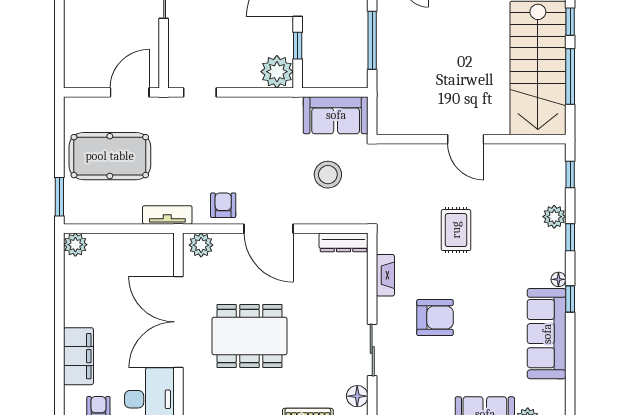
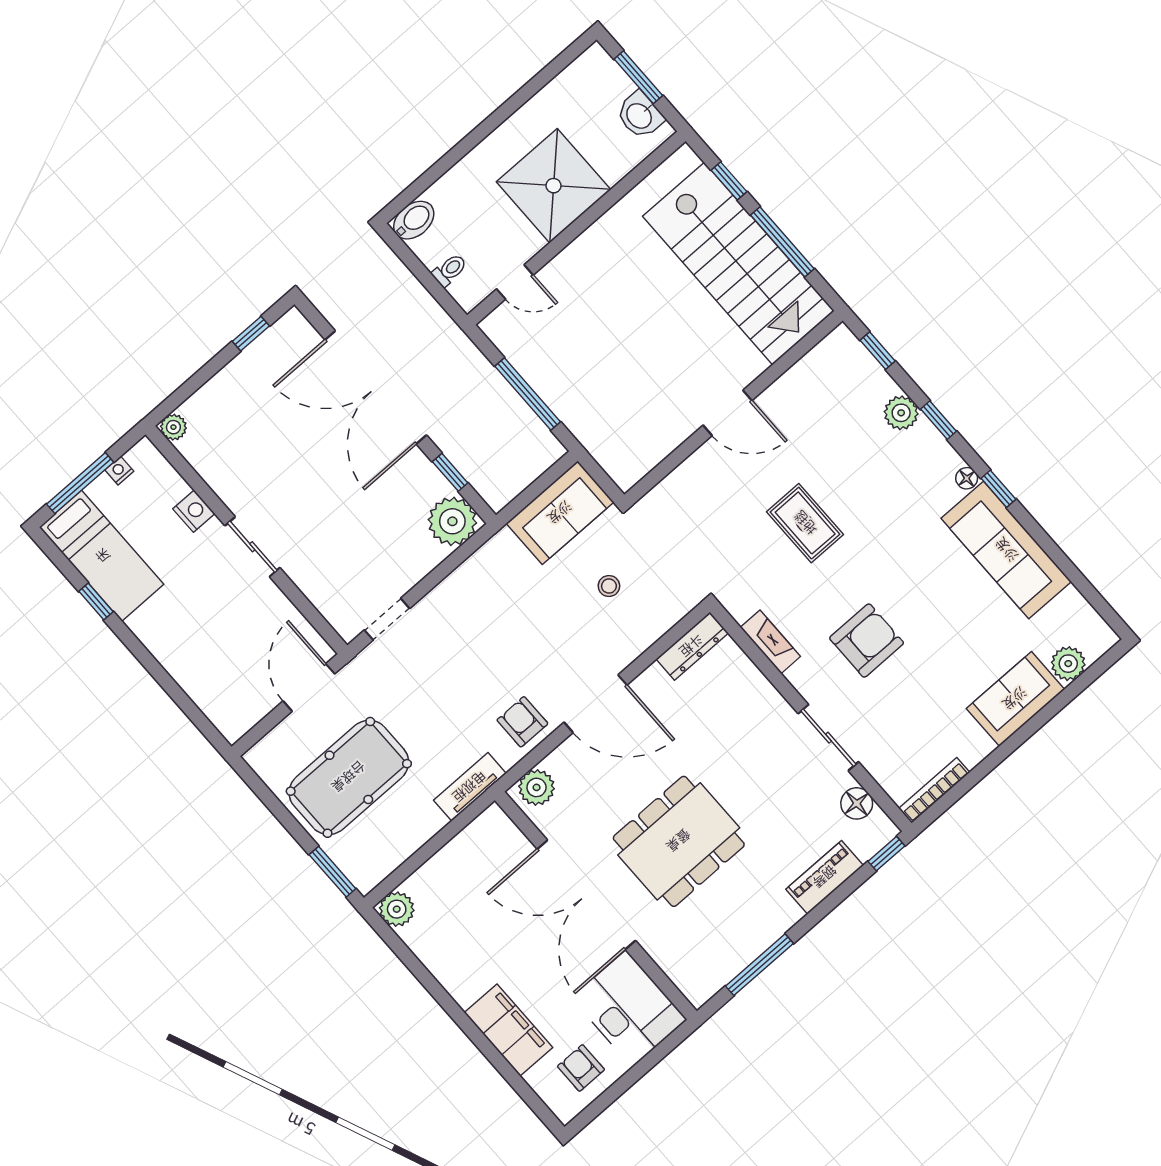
stool: (328, 175) -> (609, 586), width x0.53, depth x0.53

